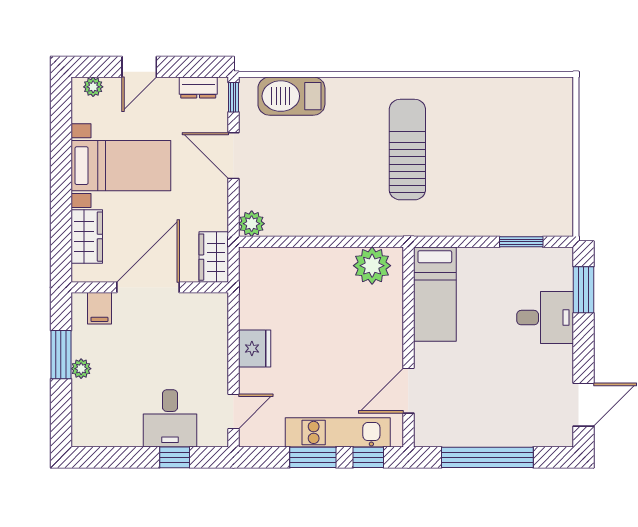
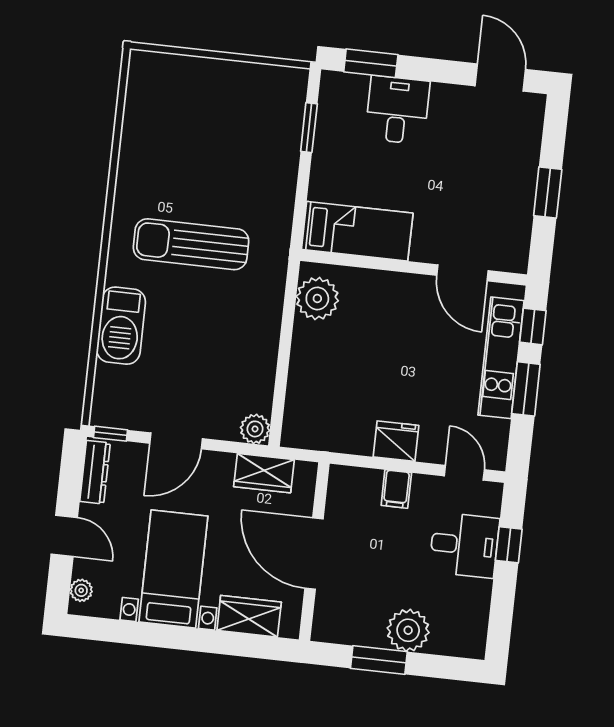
dresser: (198, 87) -> (95, 472), width x1.44
barbecue: (291, 96) -> (121, 326), moved
wardrobe: (214, 257) -> (264, 473), moved
filing cabinet: (99, 308) -> (396, 489), moved, turned 90
plant: (81, 369) -> (408, 630), width x1.87, depth x1.87
window: (487, 457) -> (548, 192), width x0.47

